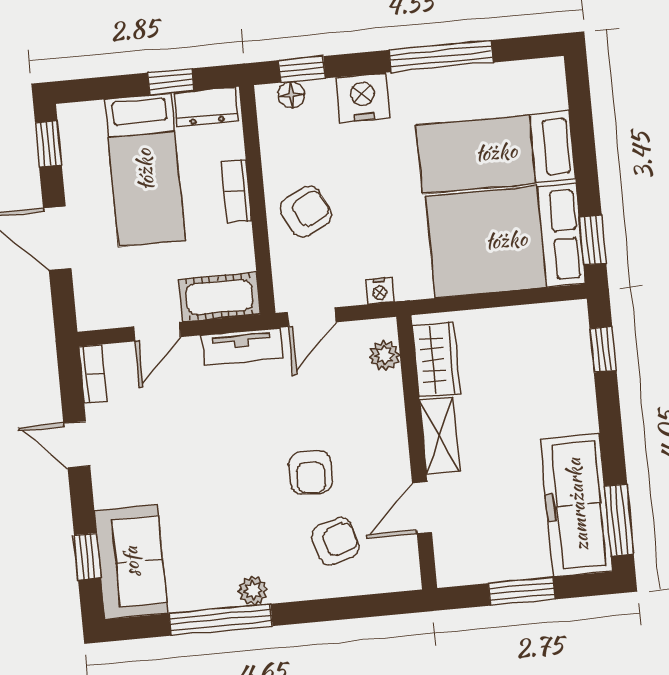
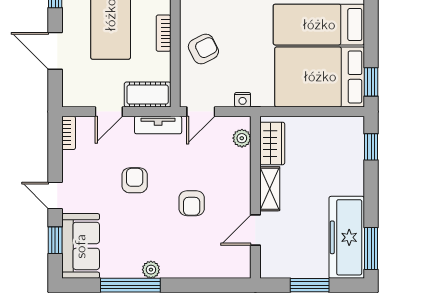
door: (77, 445) -> (55, 195), moved
armchair: (335, 541) -> (135, 180), moved, turned -74

